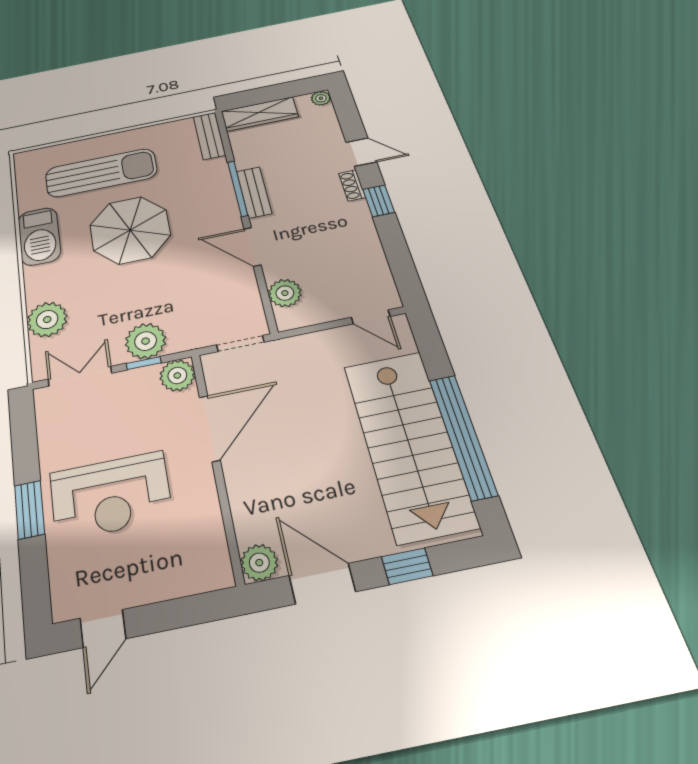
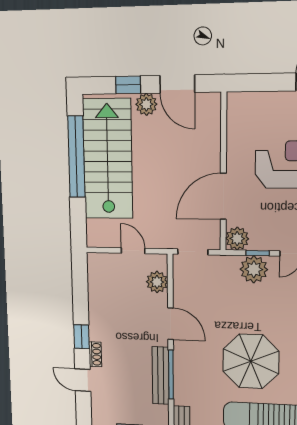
bench: (254, 192) -> (161, 376), width x1.36
door: (371, 317) -> (133, 251), moved
plant: (259, 563) -> (146, 104), moved

